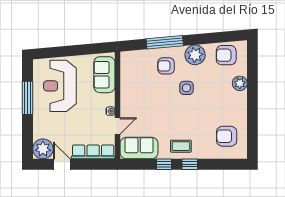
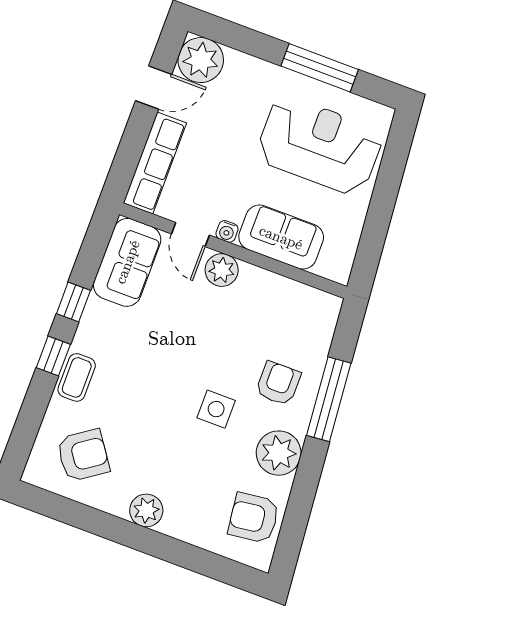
armchair: (226, 55) -> (254, 518), turned -97
sofa: (104, 75) -> (281, 237), moved
plant: (240, 83) -> (146, 510), moved
plant: (127, 107) -> (222, 270), added
armchair: (227, 136) -> (83, 455), turned 55
coffee table: (181, 146) -> (77, 377), moved

